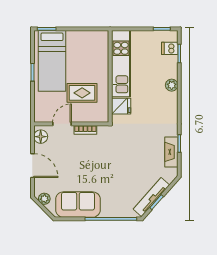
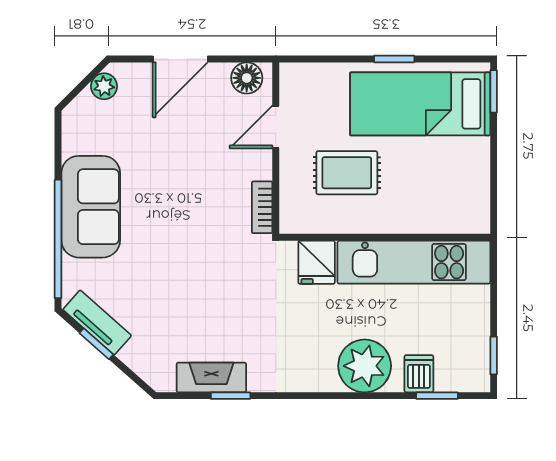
dishwasher: (170, 48) -> (419, 374), moved
plant: (172, 85) -> (365, 366), width x1.88, depth x1.88
rug: (82, 93) -> (347, 173), turned 90
door: (62, 124) -> (276, 127), swing flipped
bookcase: (85, 130) -> (262, 207), moved
tv unit: (151, 197) -> (97, 322), width x0.71
sofa: (78, 205) -> (91, 207), moved

